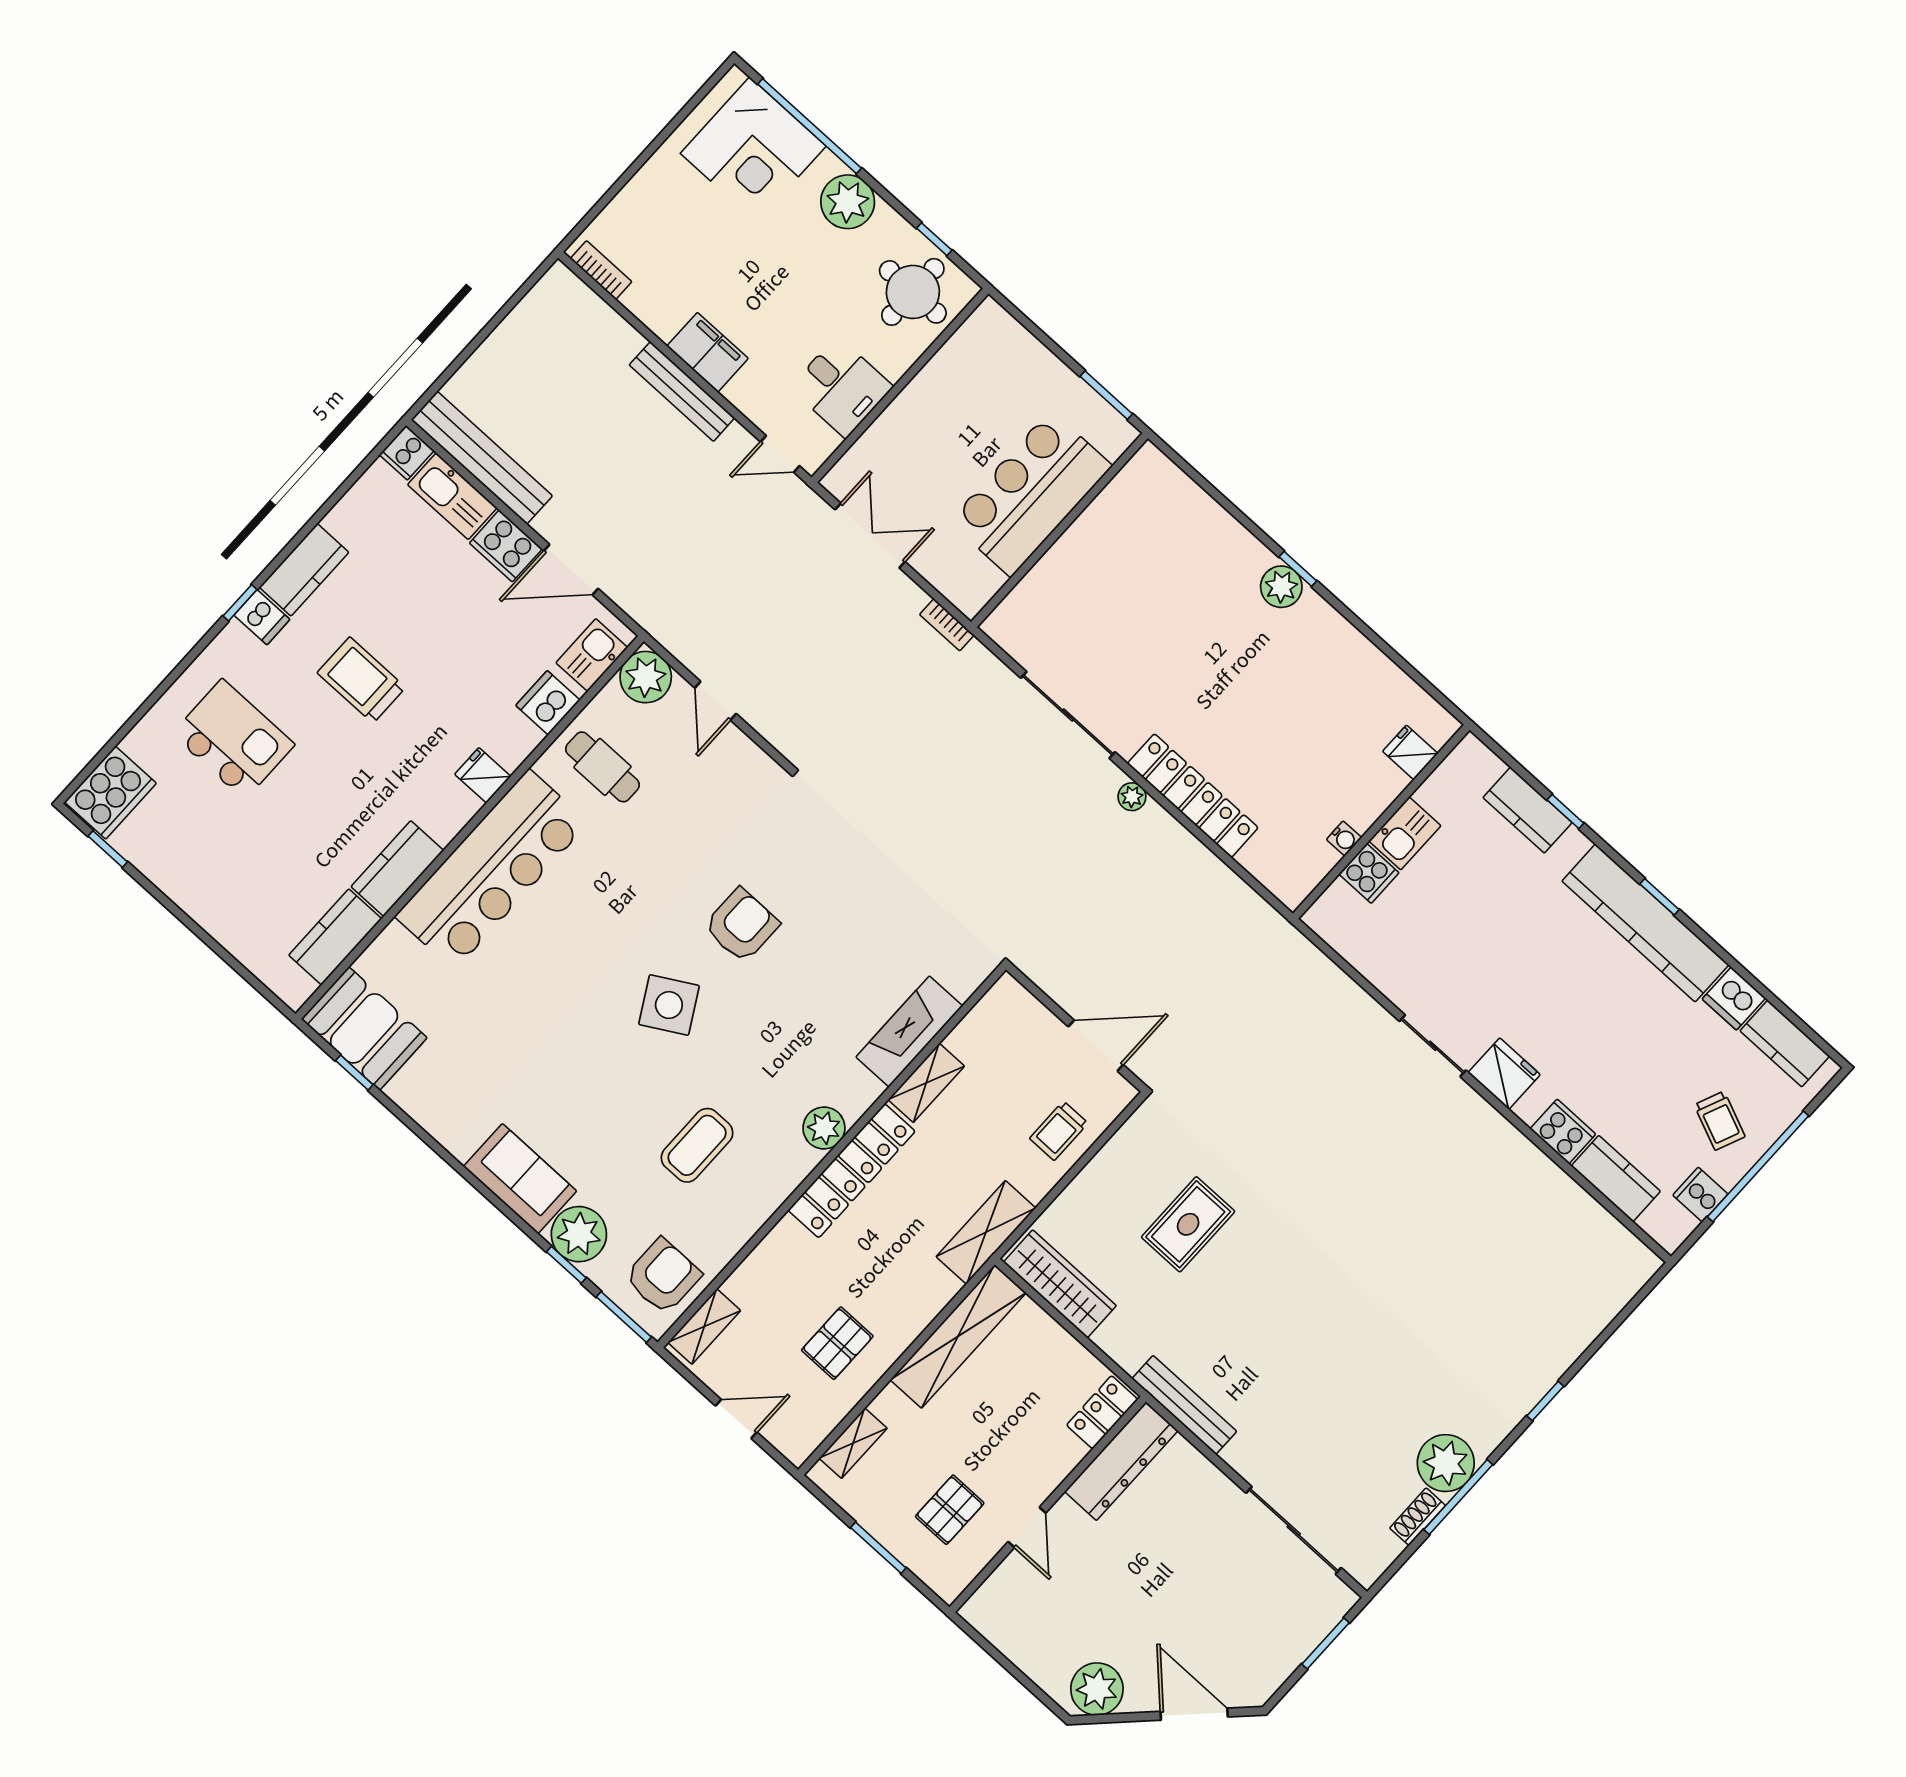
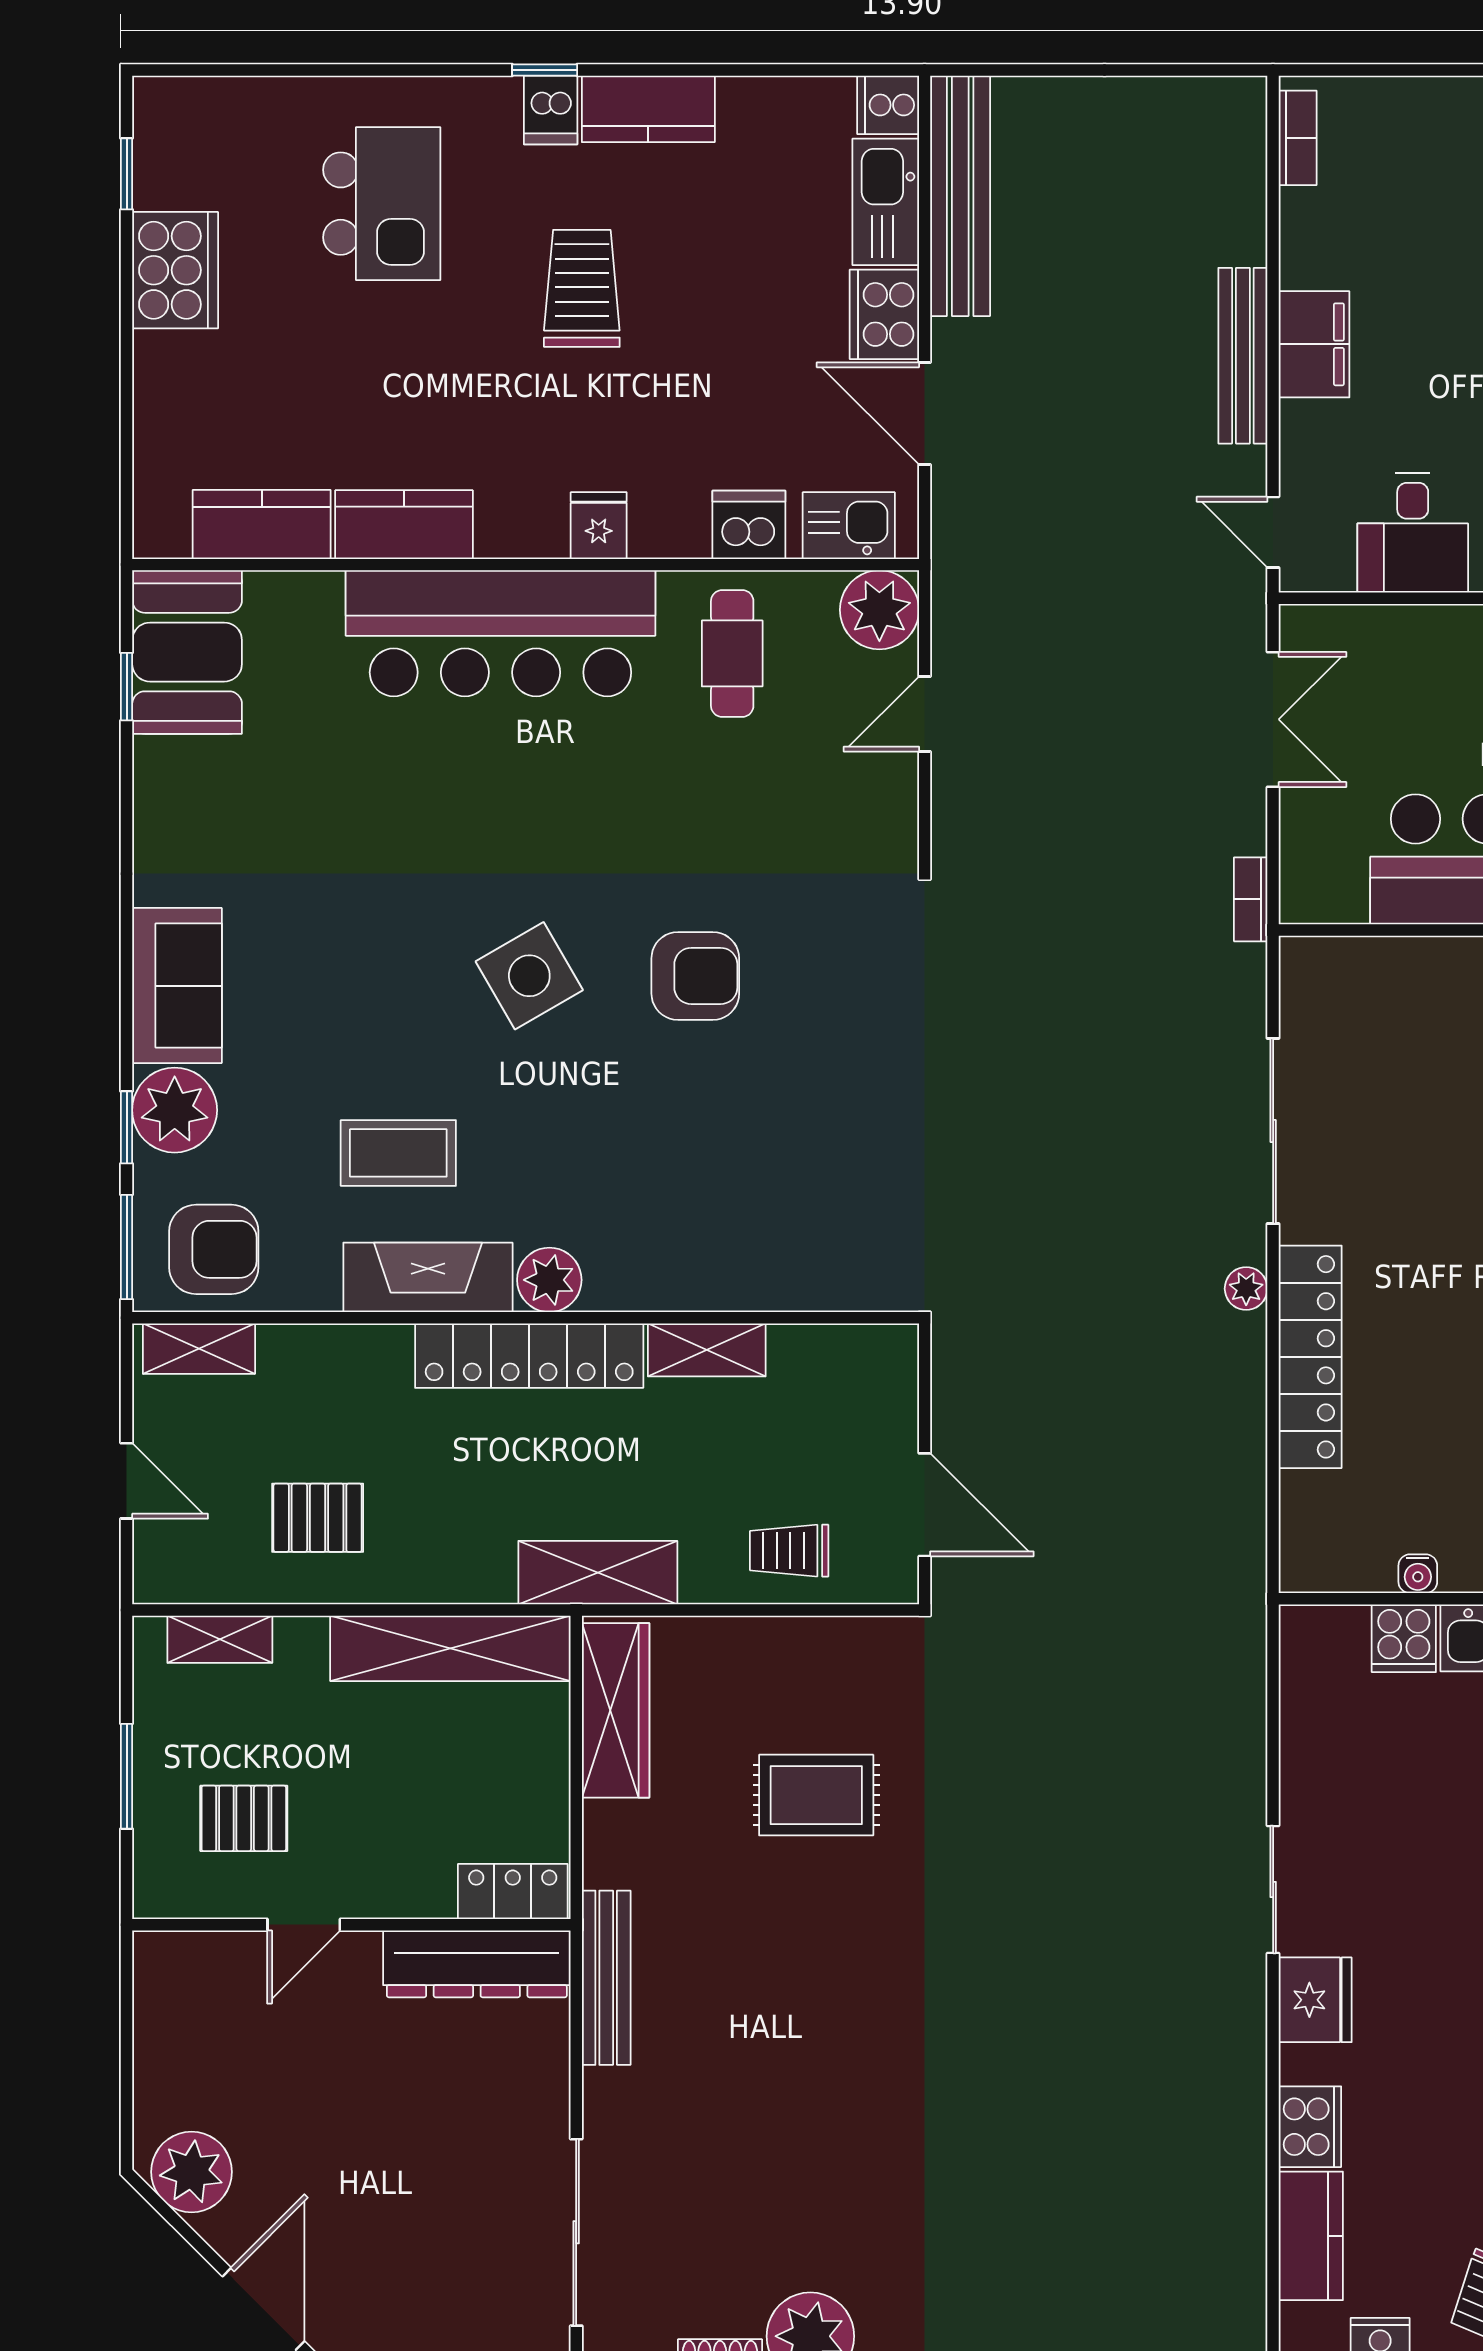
cooker: (111, 793) -> (175, 270), moved, turned -90
fireplace: (909, 1031) -> (428, 1277), moved

